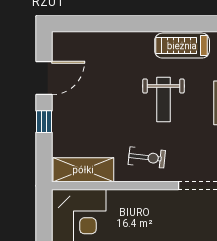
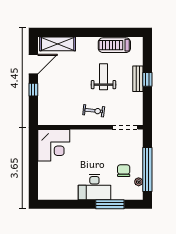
weight bench: (163, 99) -> (103, 77), turned 180
shelving: (83, 170) -> (58, 44), moved

